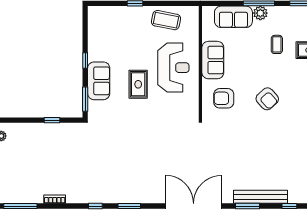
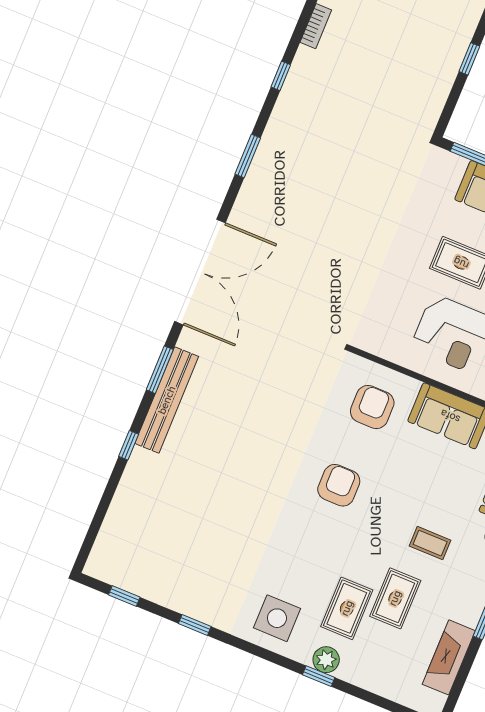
armchair: (267, 99) -> (339, 485), turned 132
window: (52, 120) -> (469, 59), moved
window: (95, 206) -> (281, 76), moved

